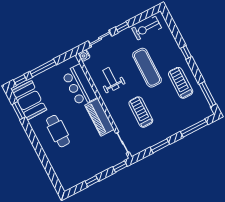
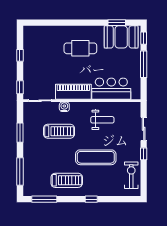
water cooler: (84, 56) -> (64, 107), moved

